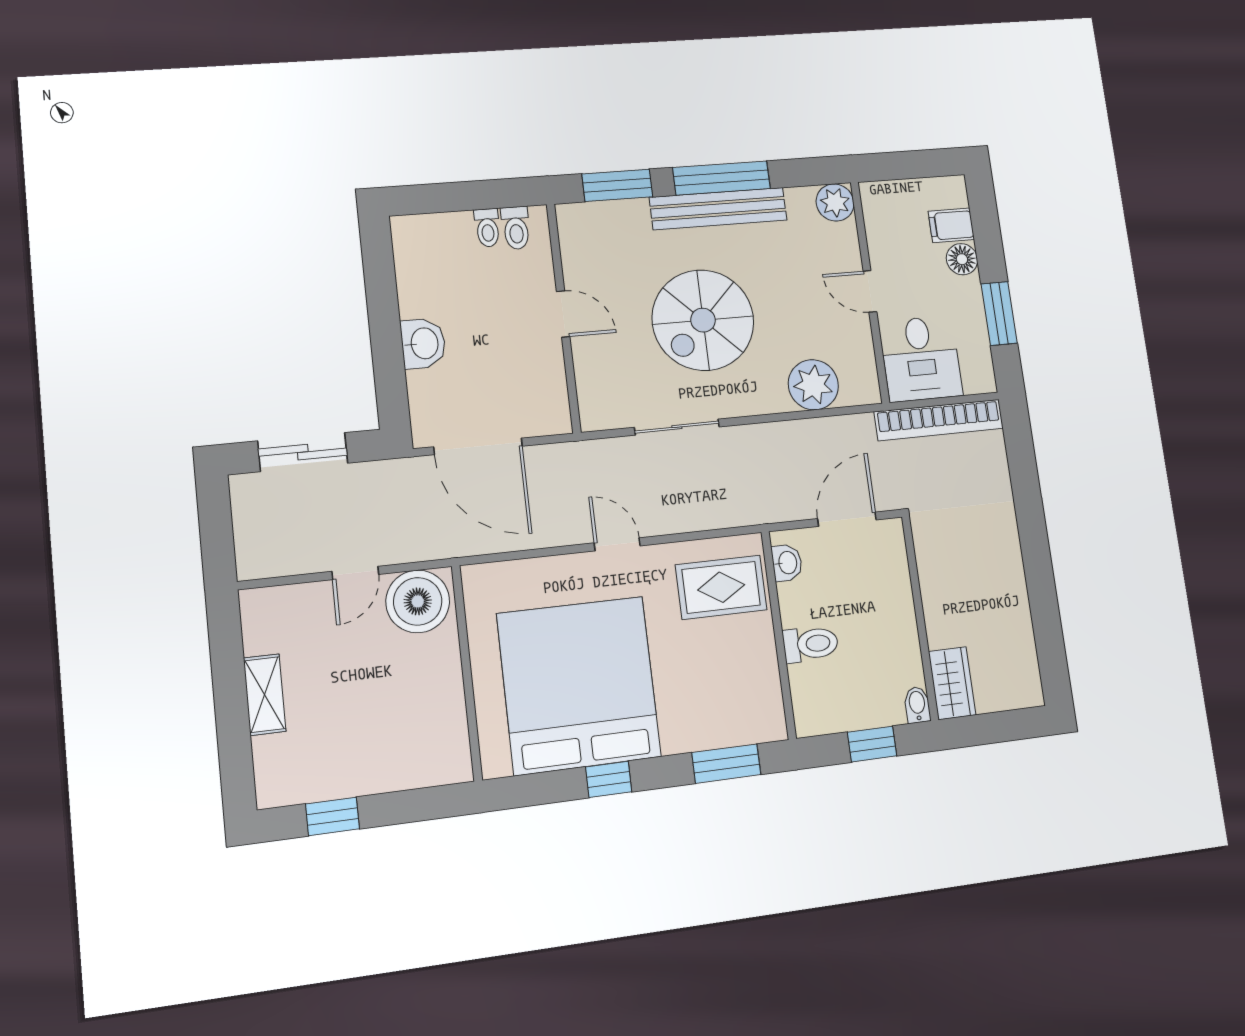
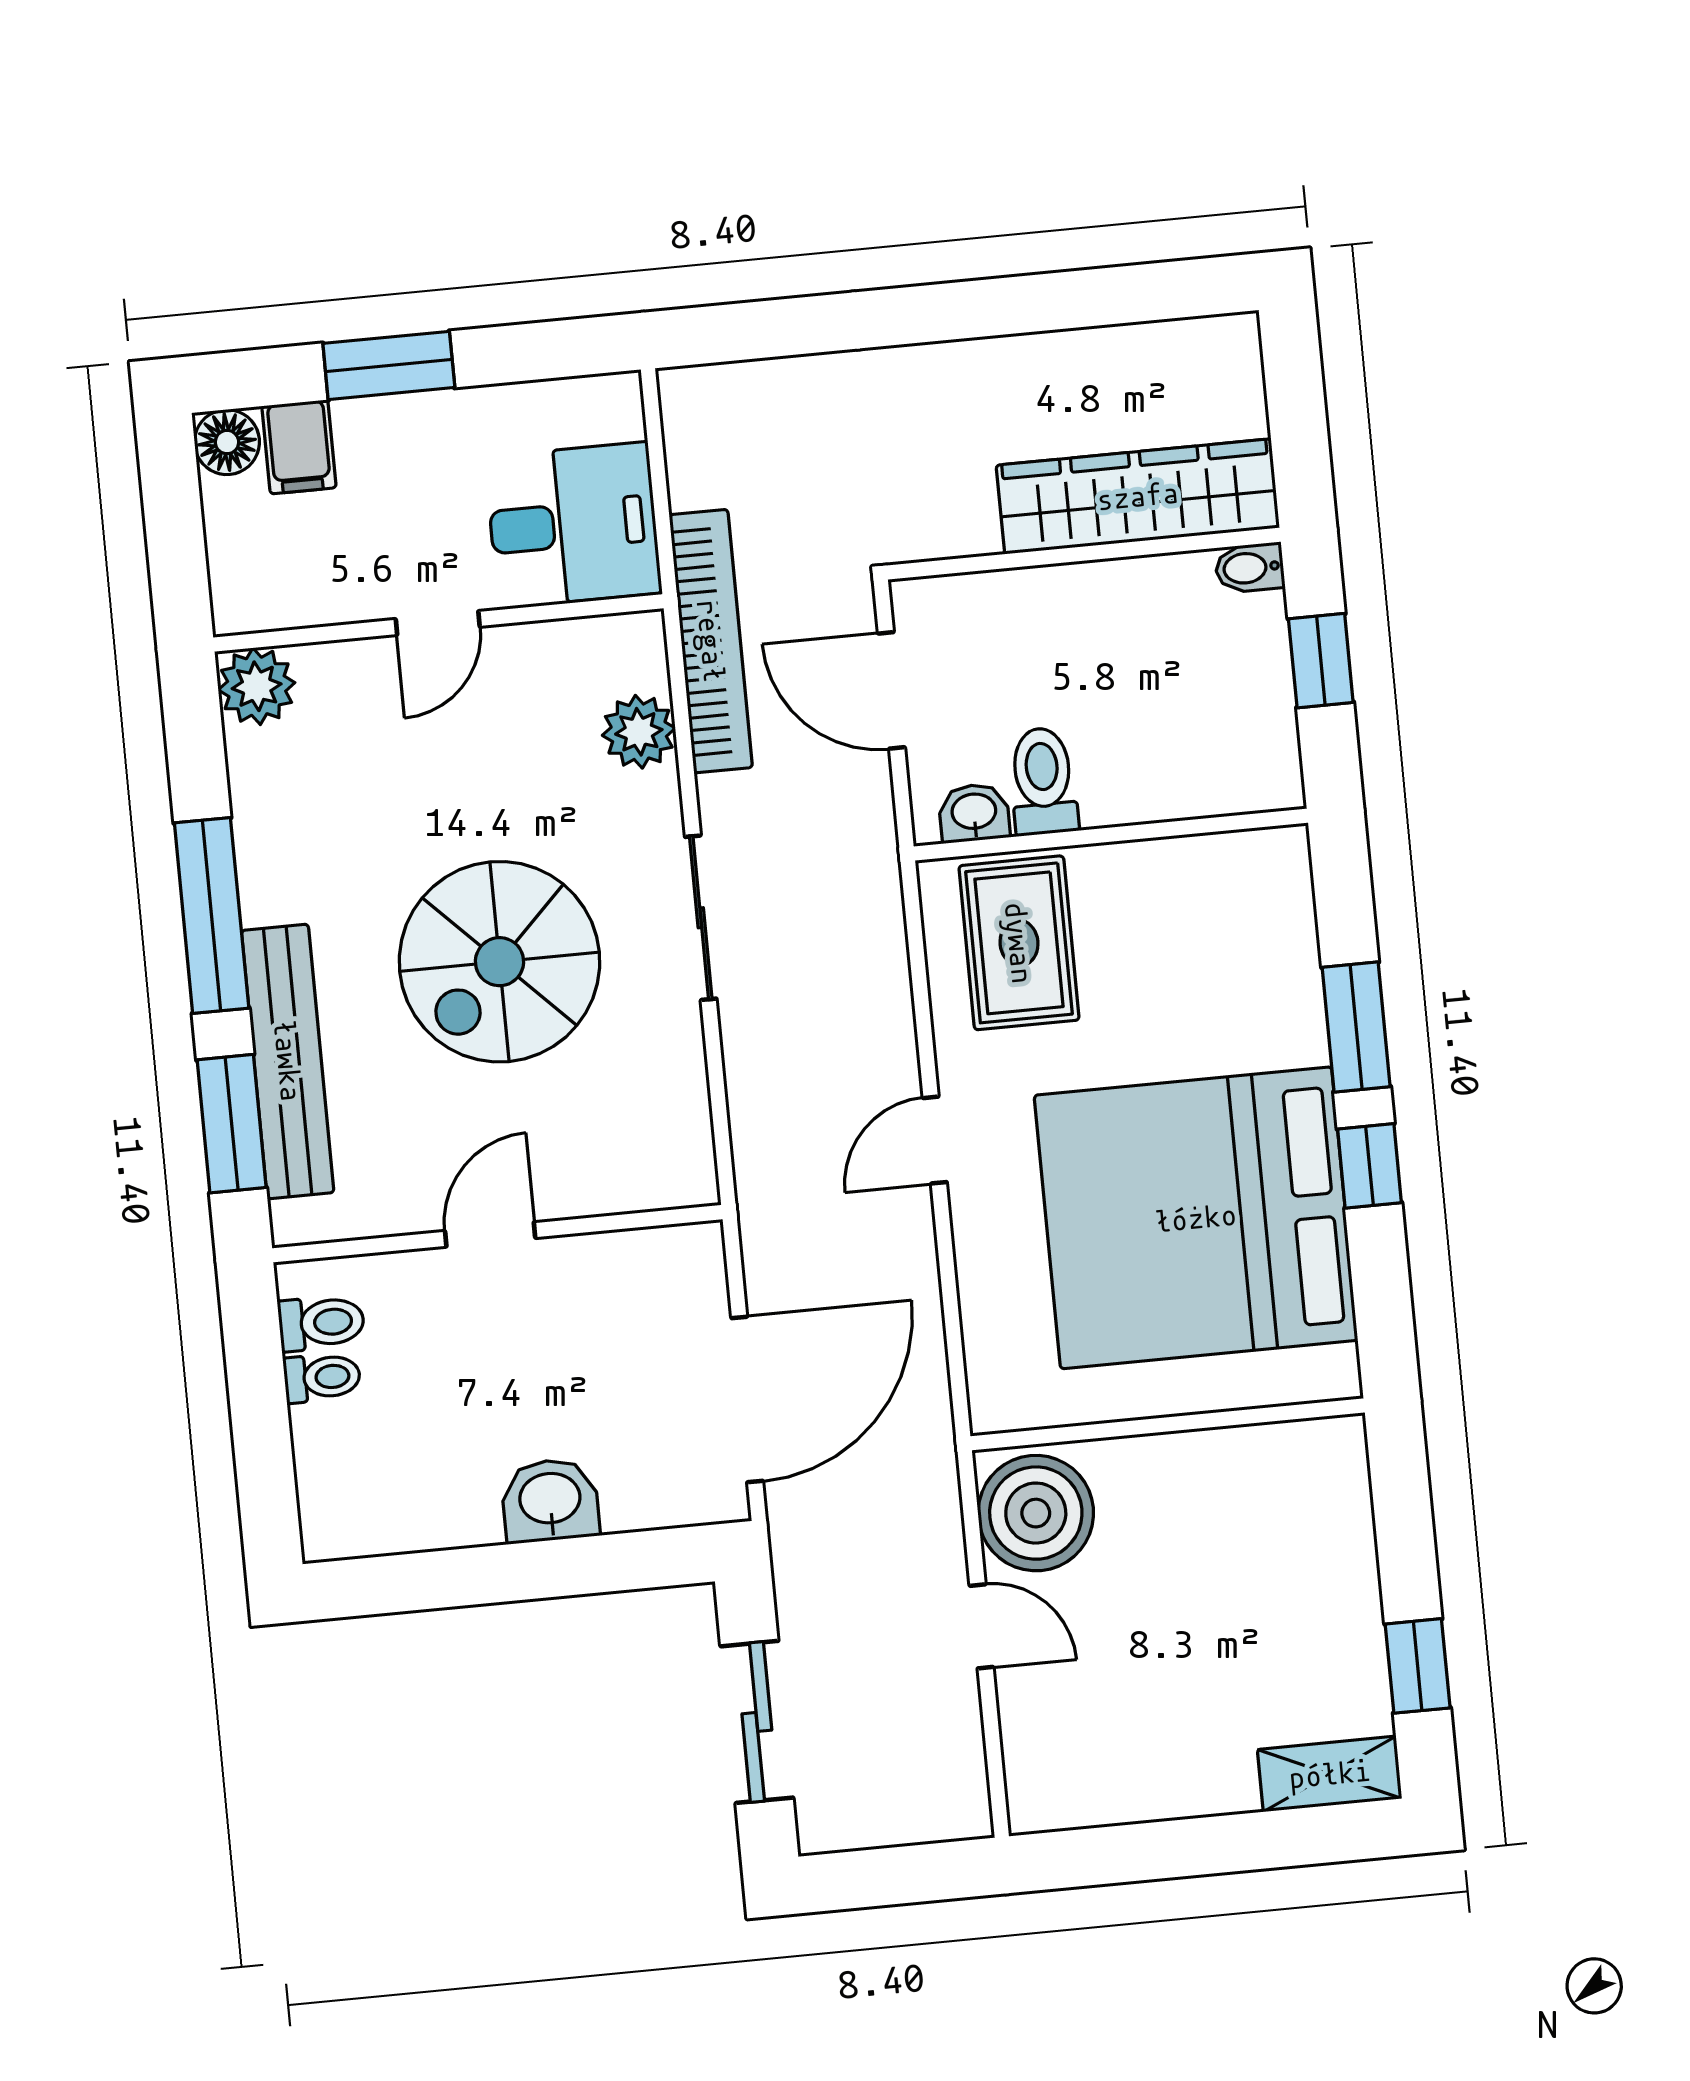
bench: (718, 209) -> (288, 1061), moved
floor lamp: (962, 259) -> (227, 442), moved
window: (999, 314) -> (389, 365), moved
spiral stairs: (703, 320) -> (500, 962), turned 90
plant: (813, 385) -> (639, 732), width x0.73, depth x0.73
bookcase: (939, 420) -> (711, 641), moved
sliding door: (677, 427) -> (701, 918), moved
toilet: (811, 644) -> (1043, 781), moved
wardrobe: (952, 683) -> (1138, 496), width x2.10, depth x1.17
shelving: (265, 695) -> (1330, 1774), moved
window: (726, 764) -> (1356, 1027), moved

